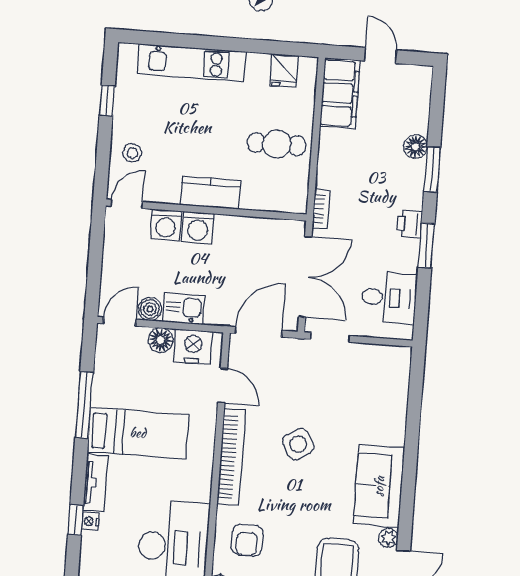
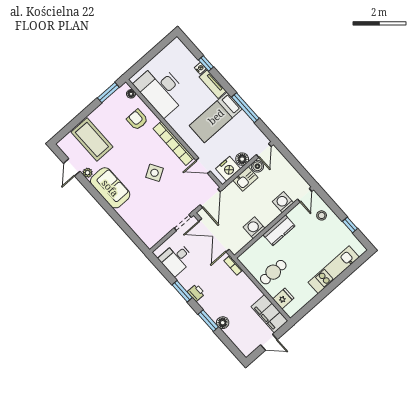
fridge: (284, 71) -> (283, 298), moved, turned 90
washing machine: (198, 228) -> (254, 228), moved

